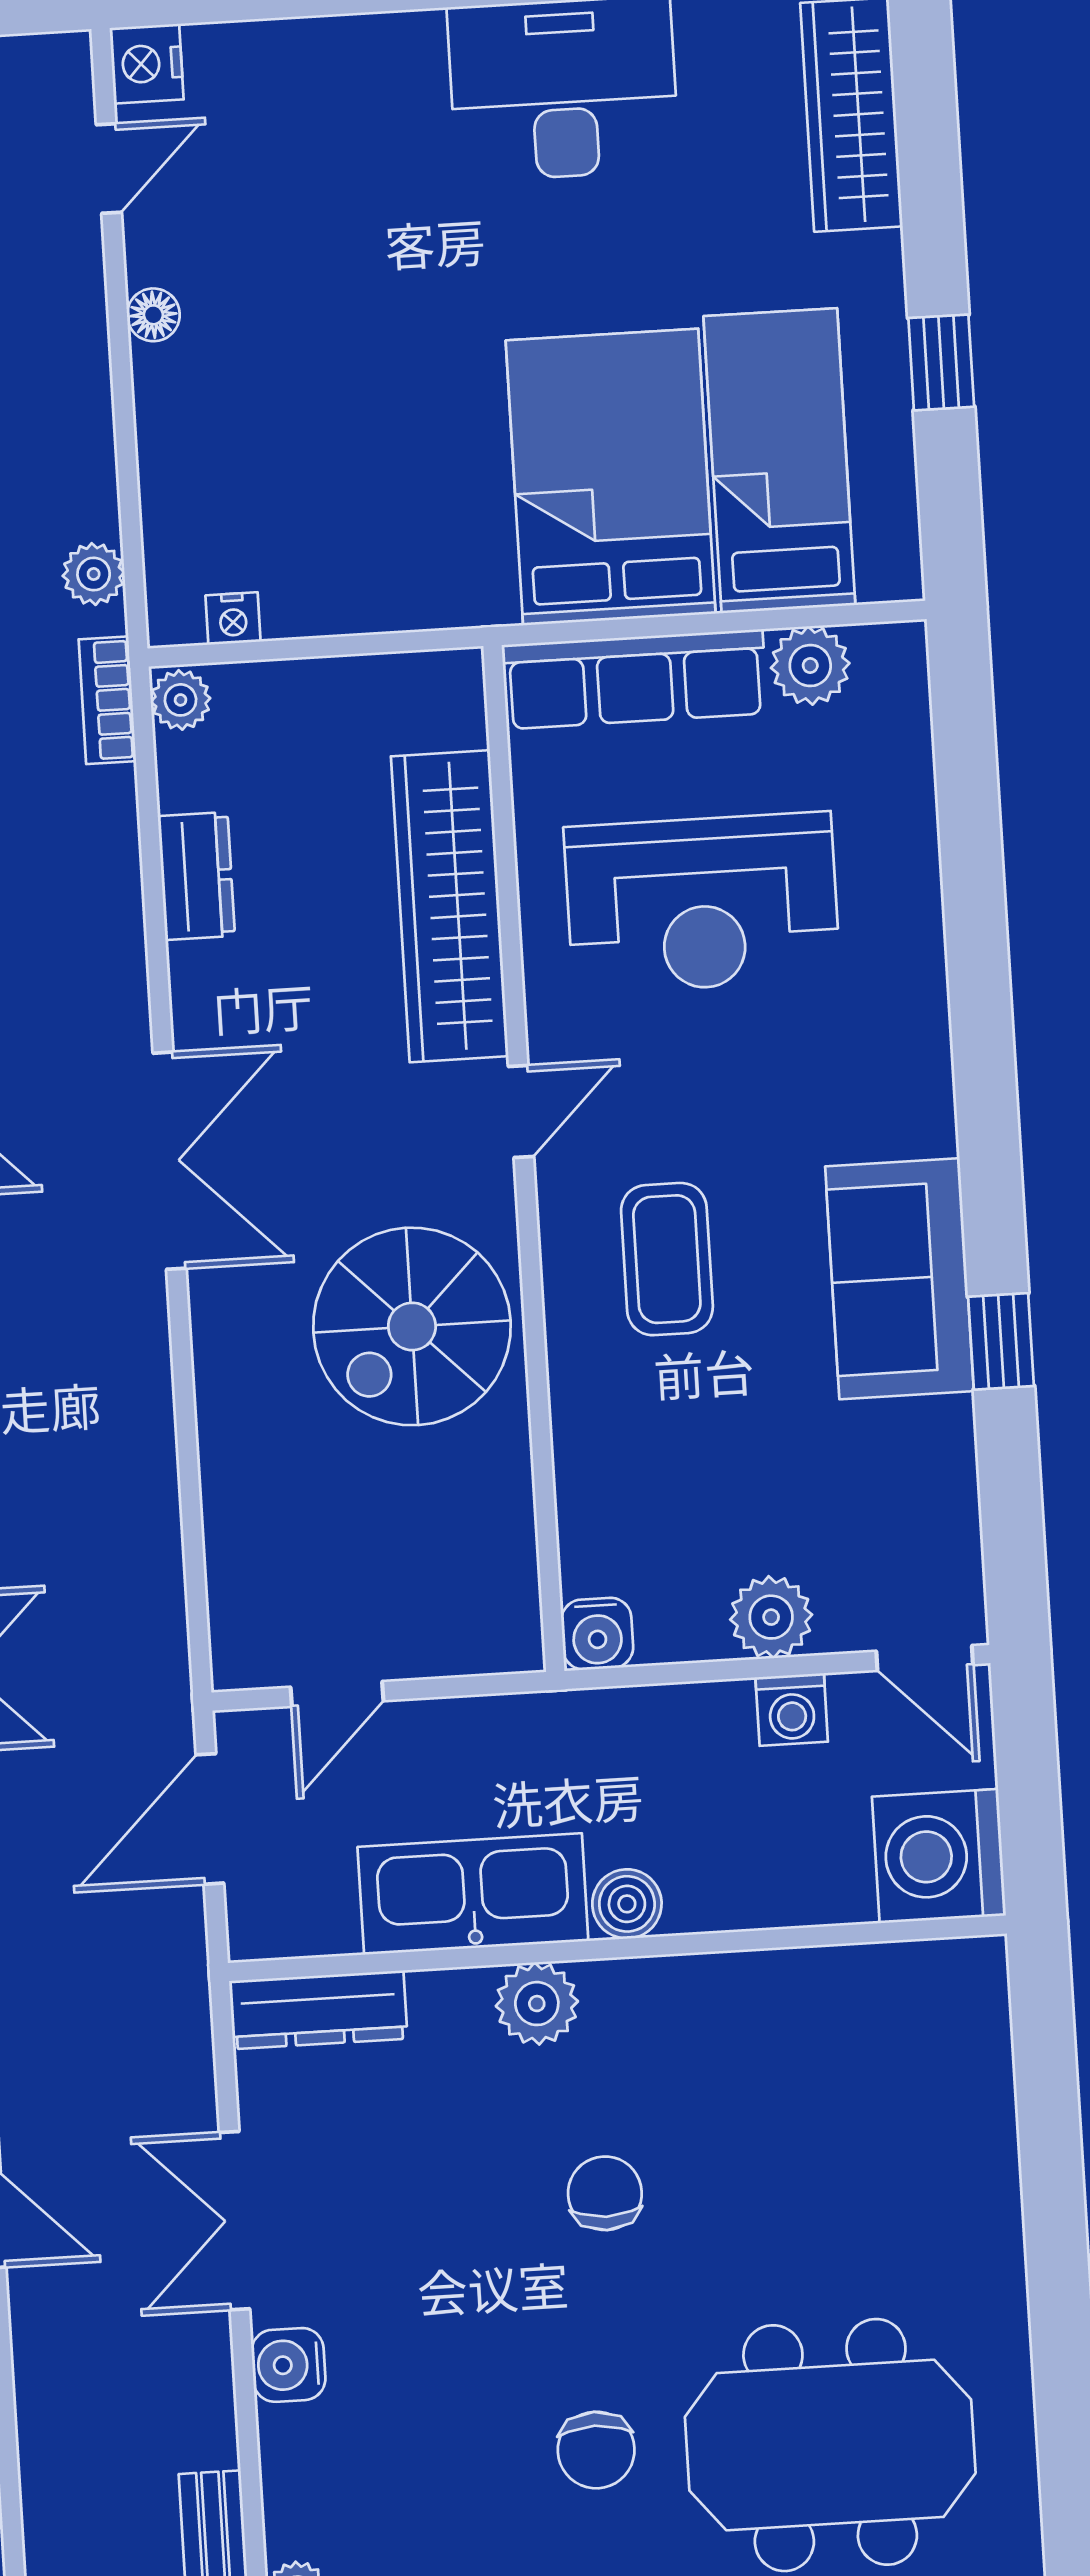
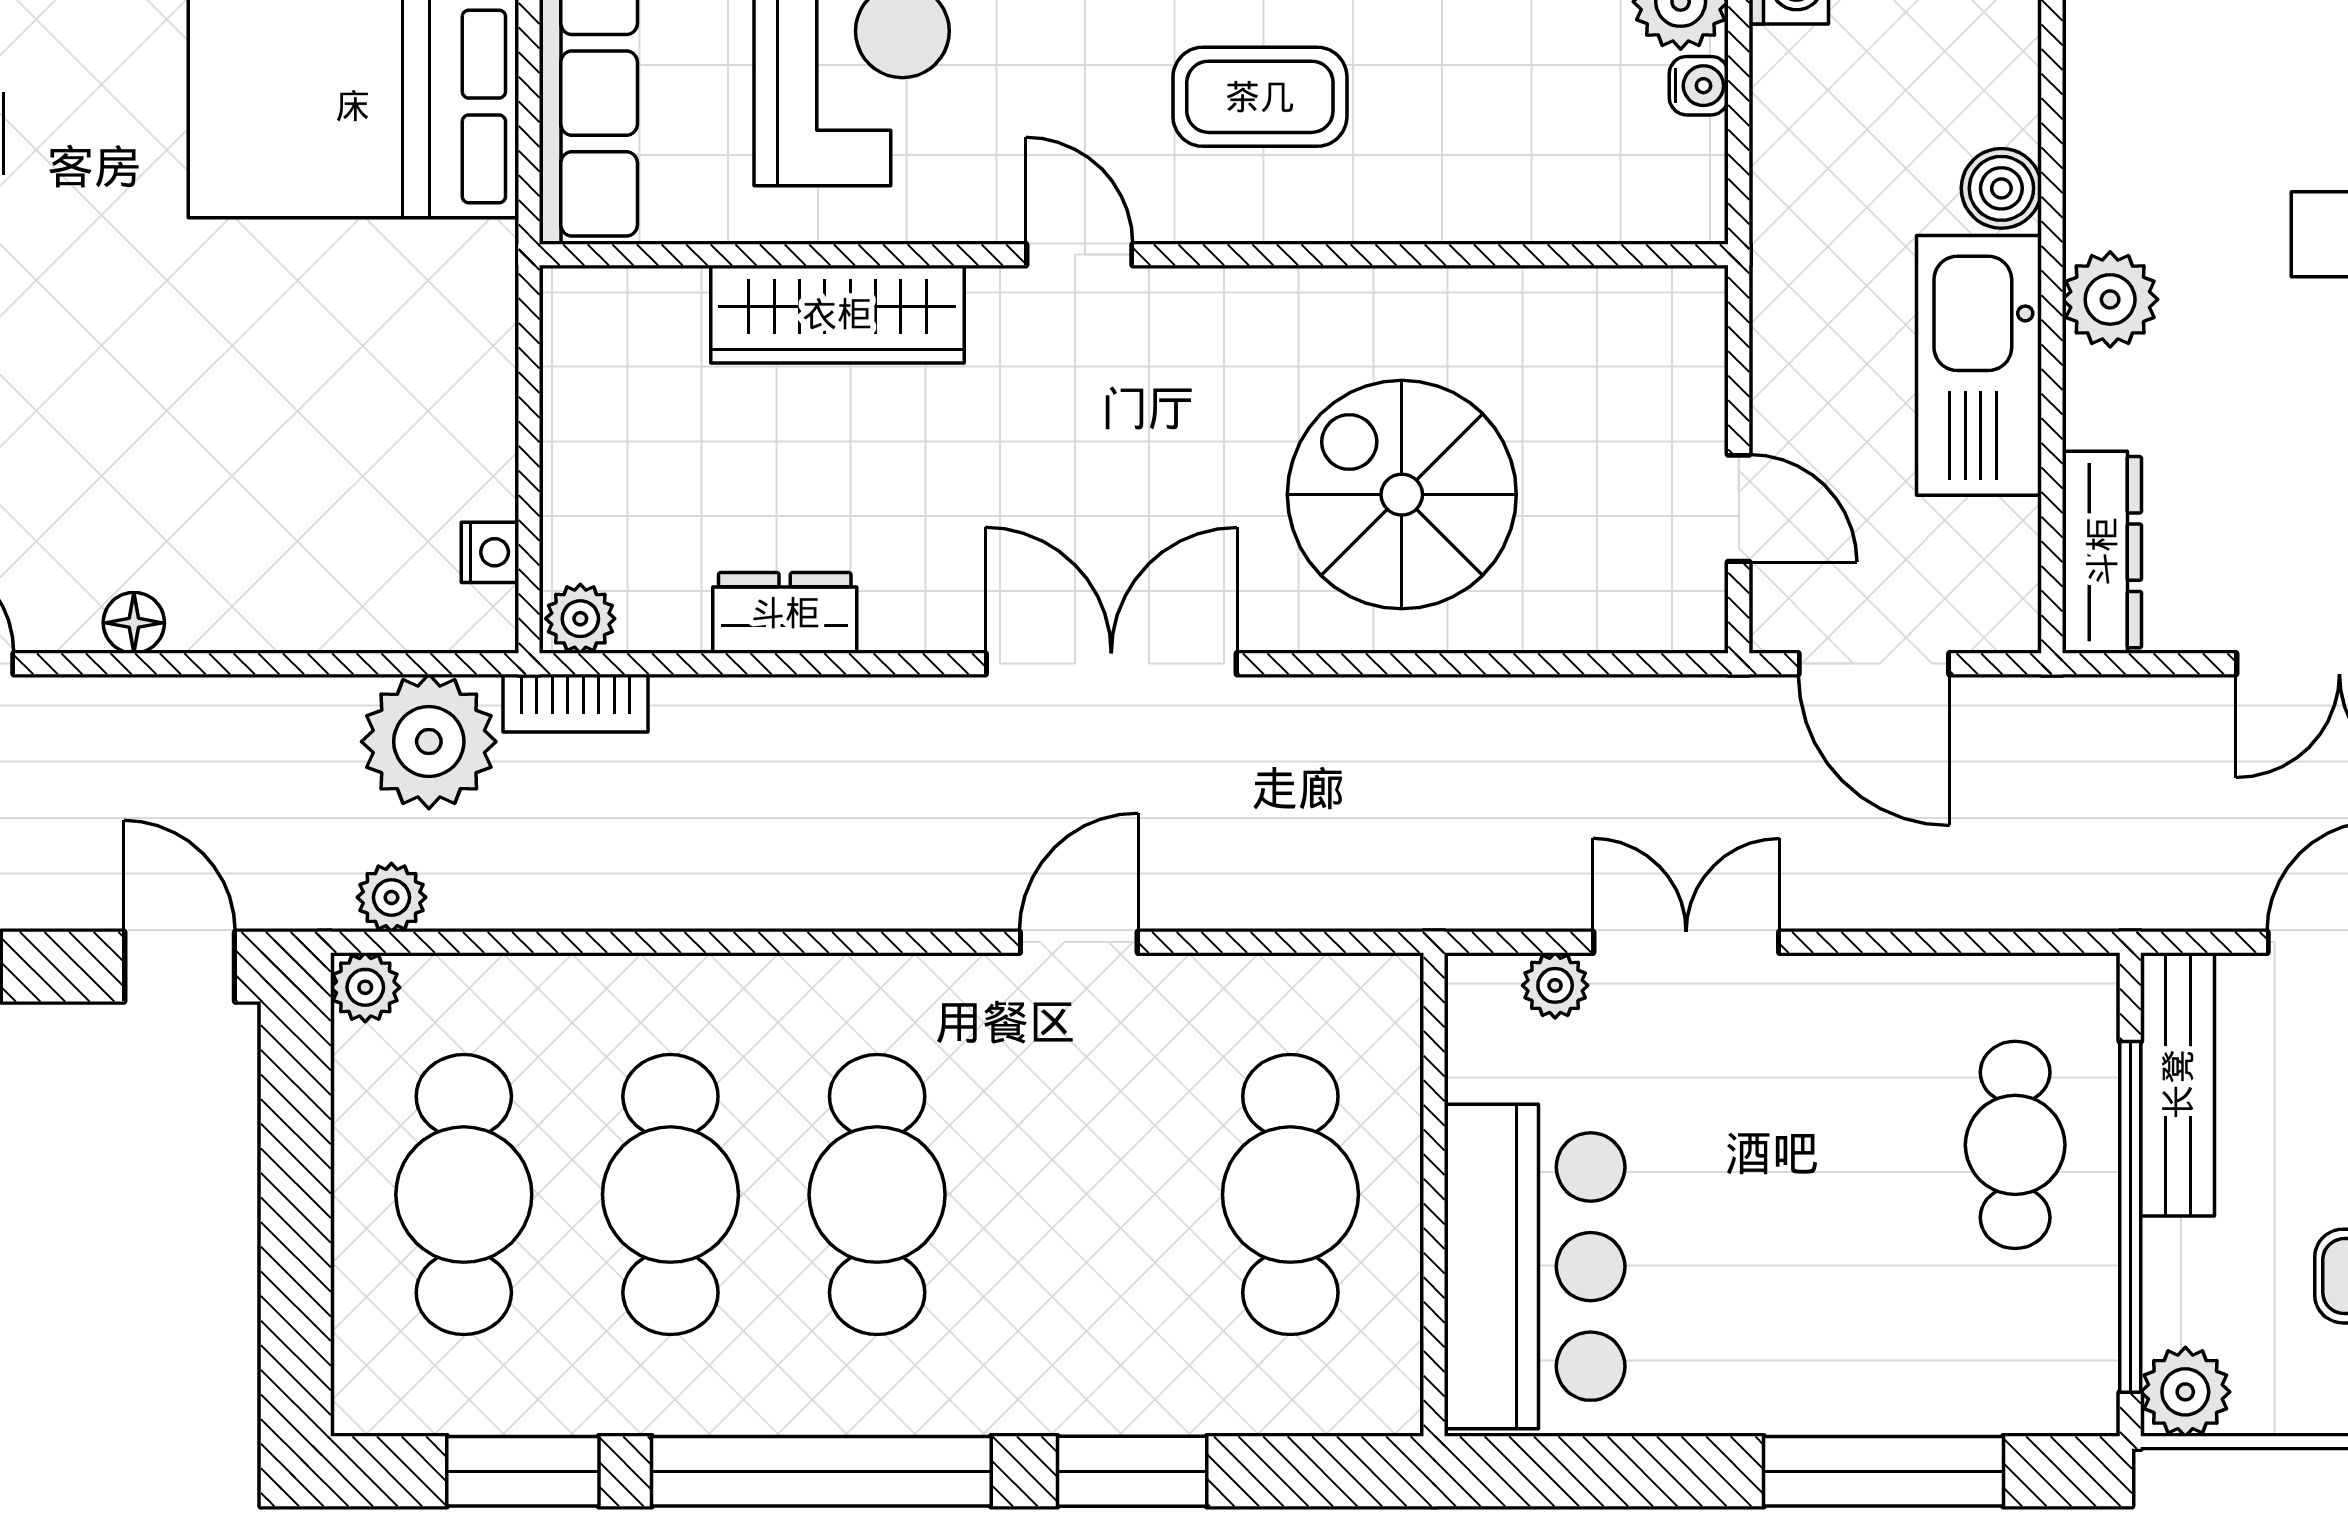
plant: (94, 574) -> (429, 742), width x1.87, depth x1.87
wardrobe: (450, 906) -> (837, 314), width x0.71, depth x0.85
spiral stairs: (412, 1326) -> (1402, 495), moved, turned 180
water cooler: (597, 1634) -> (1699, 86), moved, width x0.72, depth x0.72

